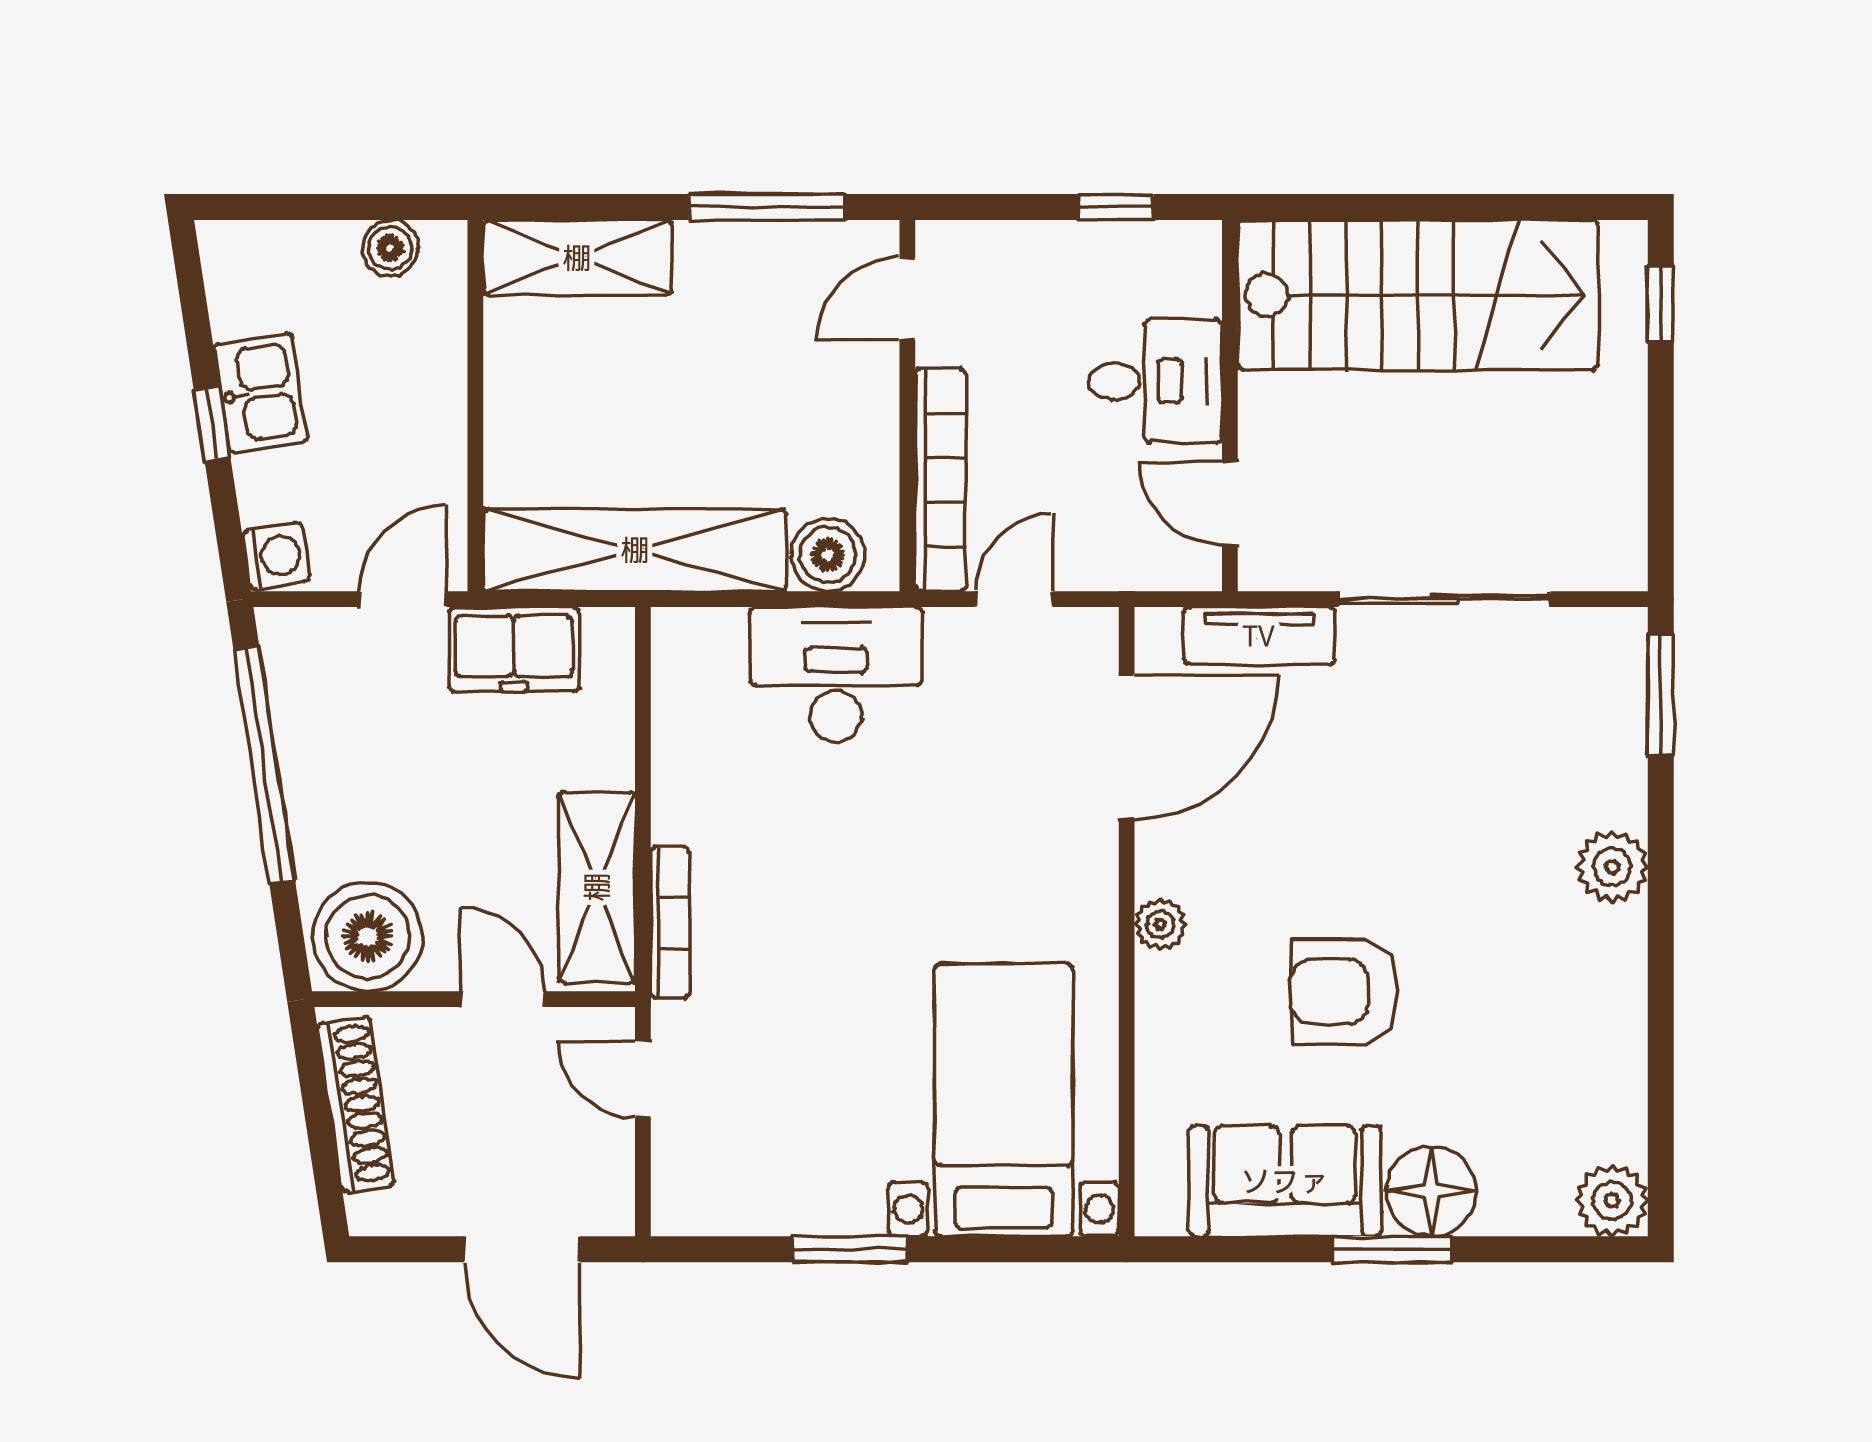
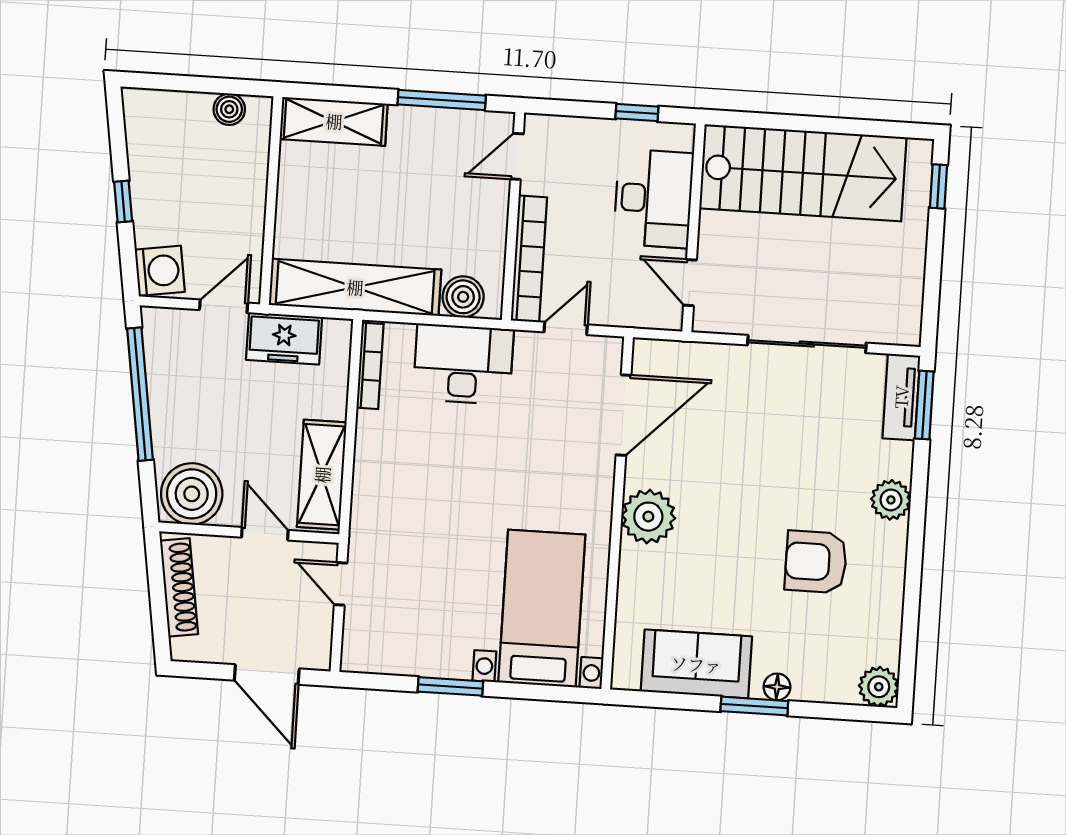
desk: (1155, 381) -> (654, 198), width x1.37
kitchen sink: (261, 393) -> (152, 186), removed
washing machine: (276, 556) -> (160, 271), width x1.38, depth x1.38
tv unit: (1259, 636) -> (901, 397), moved, turned 90
bookcase: (670, 923) -> (370, 366), moved
plant: (1160, 924) -> (648, 517), width x1.88, depth x1.88
armchair: (1344, 992) -> (816, 562), moved
floor lamp: (1431, 1191) -> (777, 687), width x0.53, depth x0.53

